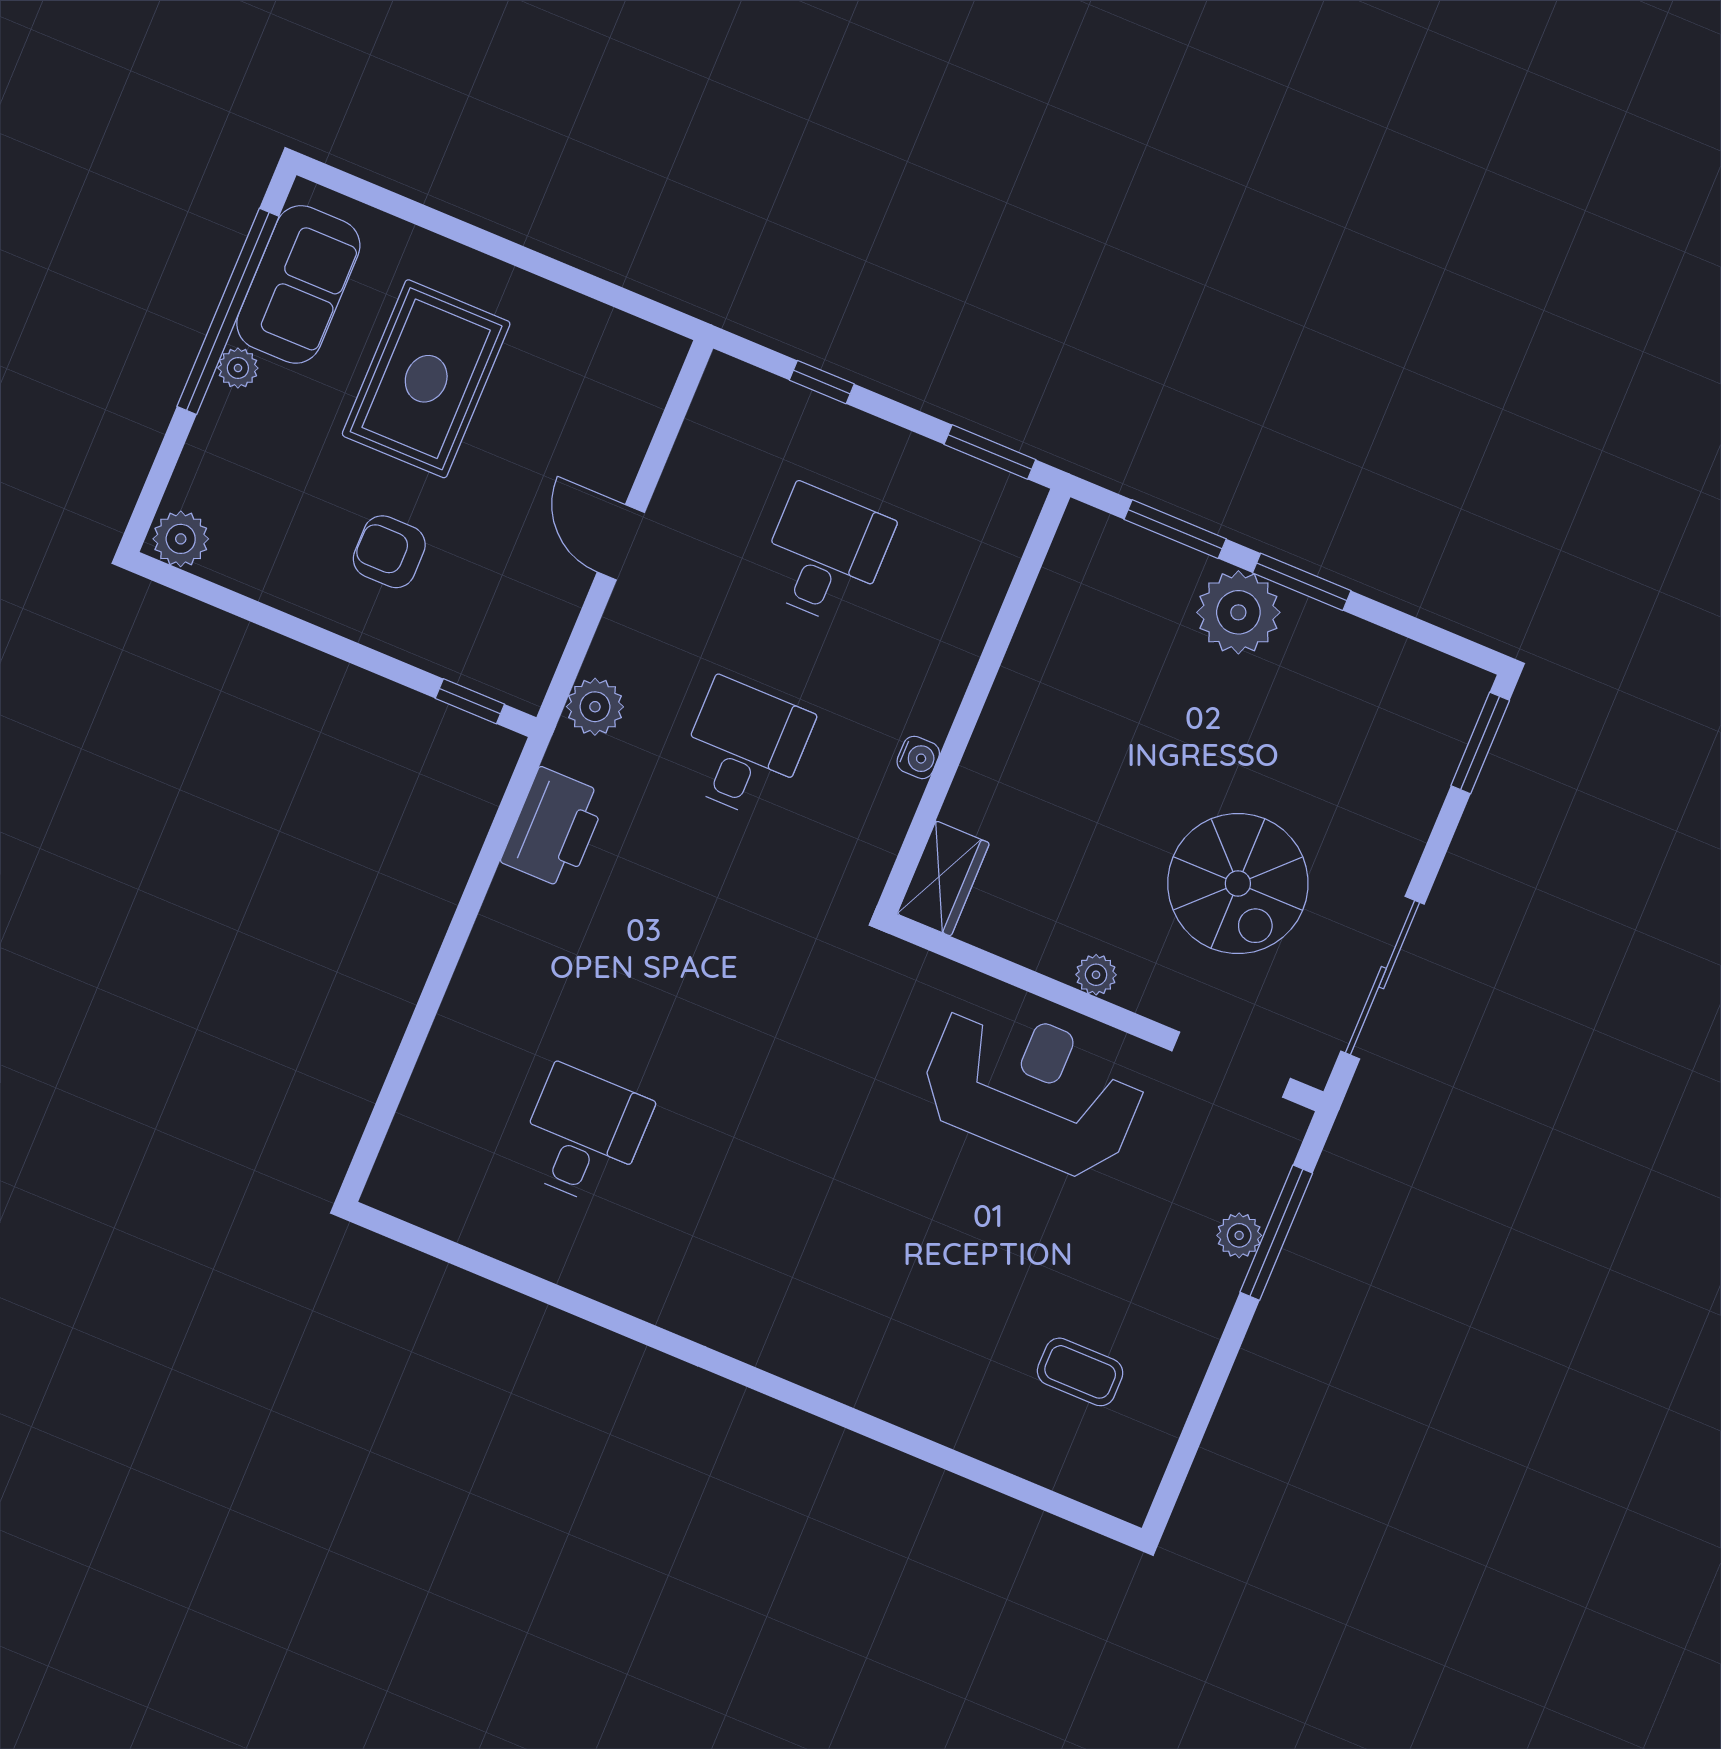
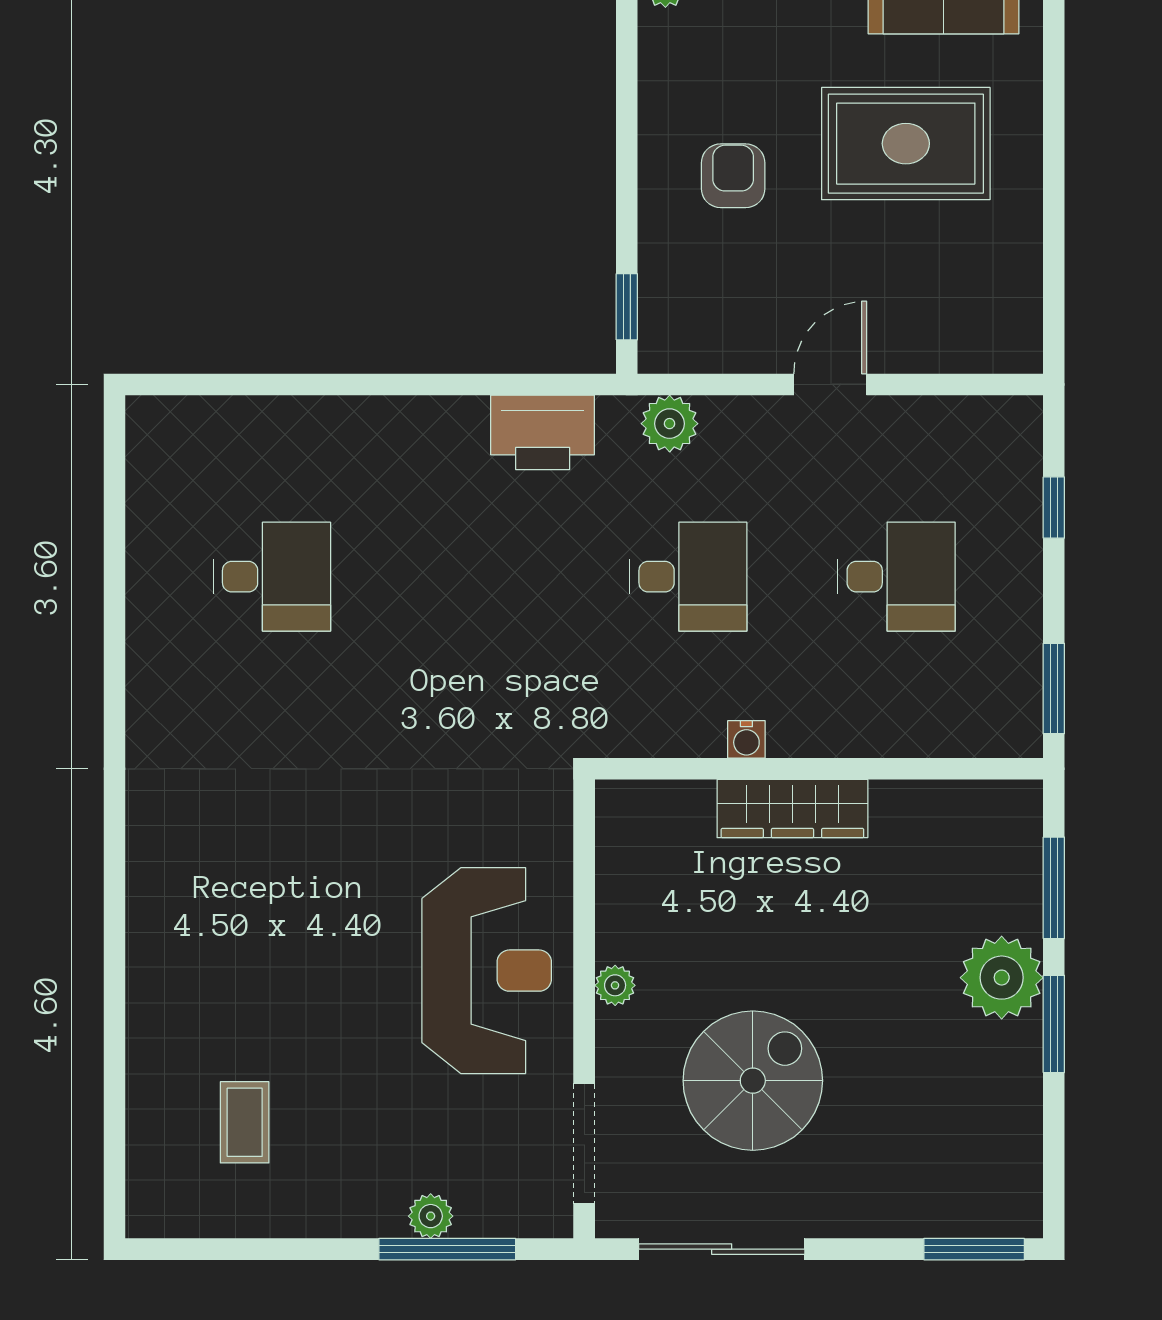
wardrobe: (943, 878) -> (792, 809), moved, width x1.50
spiral stairs: (1238, 884) -> (753, 1081), turned 180

